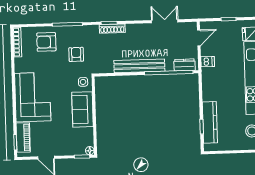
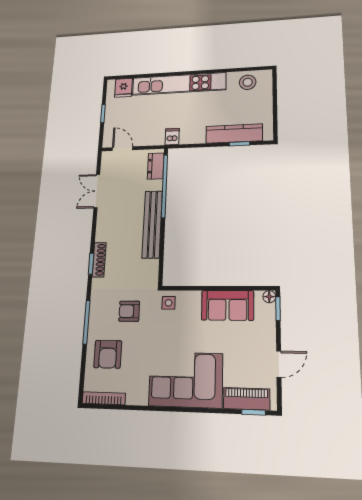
dishwasher: (208, 62) -> (172, 137), moved
sofa: (82, 109) -> (227, 305), moved

